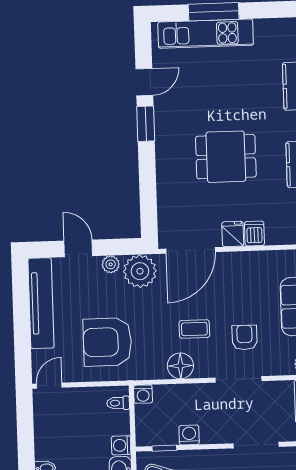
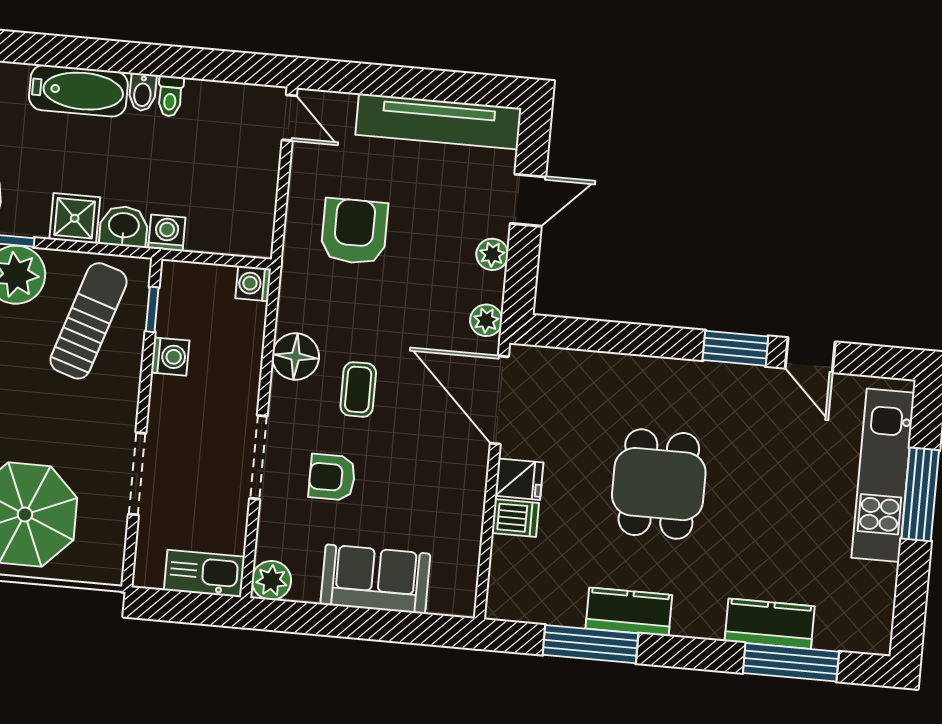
plant: (140, 271) -> (486, 320), width x0.53, depth x0.53
armchair: (245, 337) -> (332, 477), turned 180
armchair: (107, 342) -> (354, 231), width x0.73, depth x0.73
toilet: (118, 403) -> (170, 96), moved, turned 180

